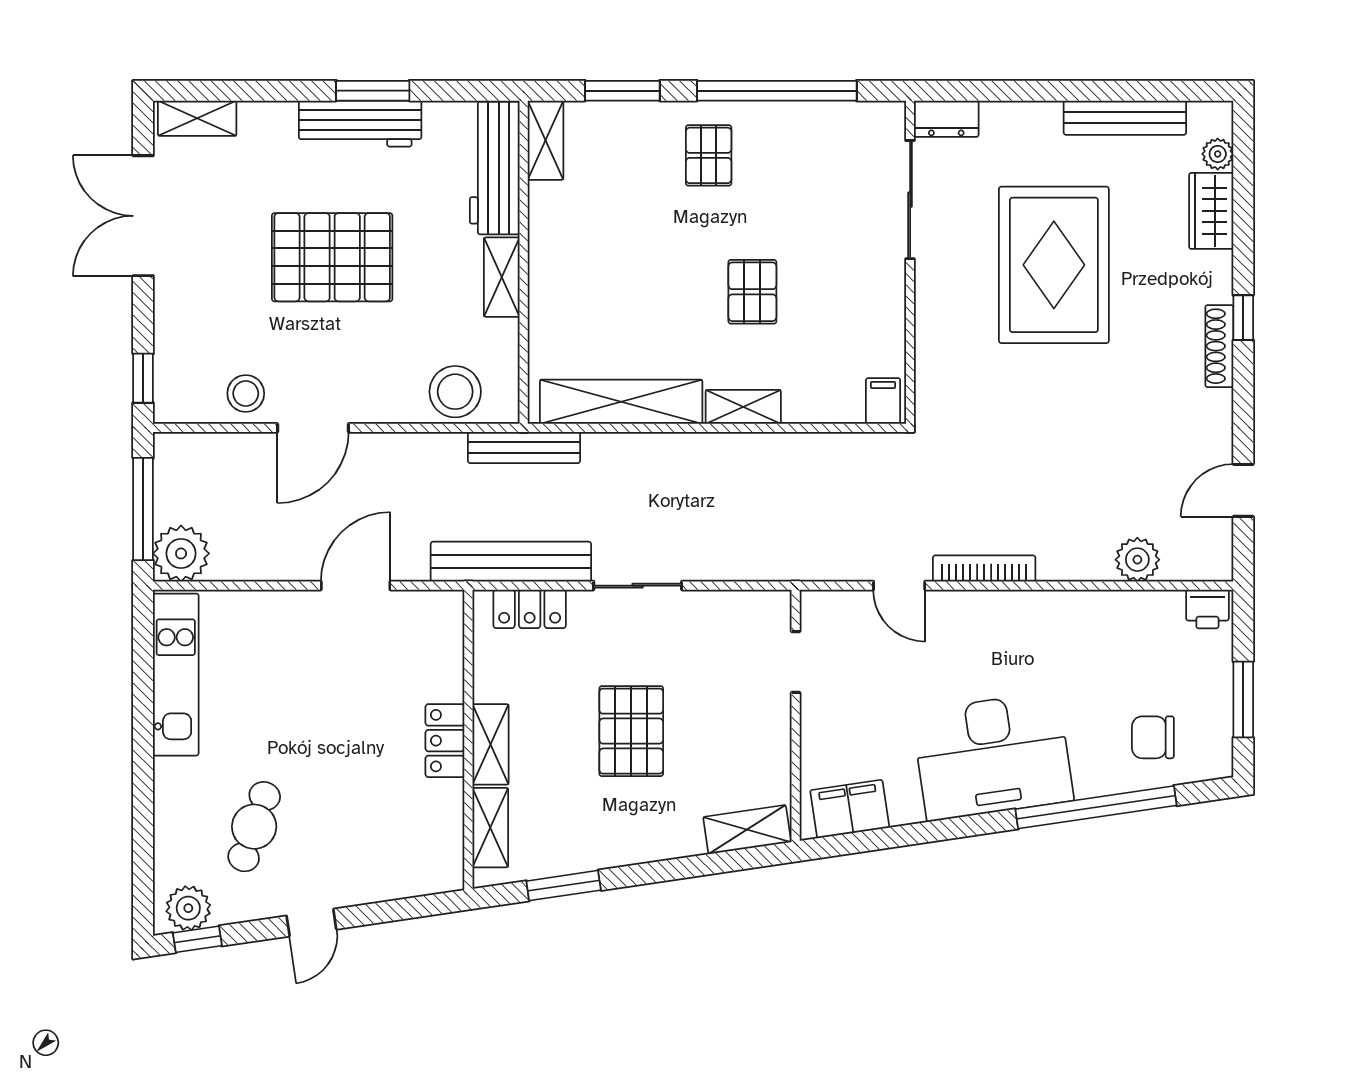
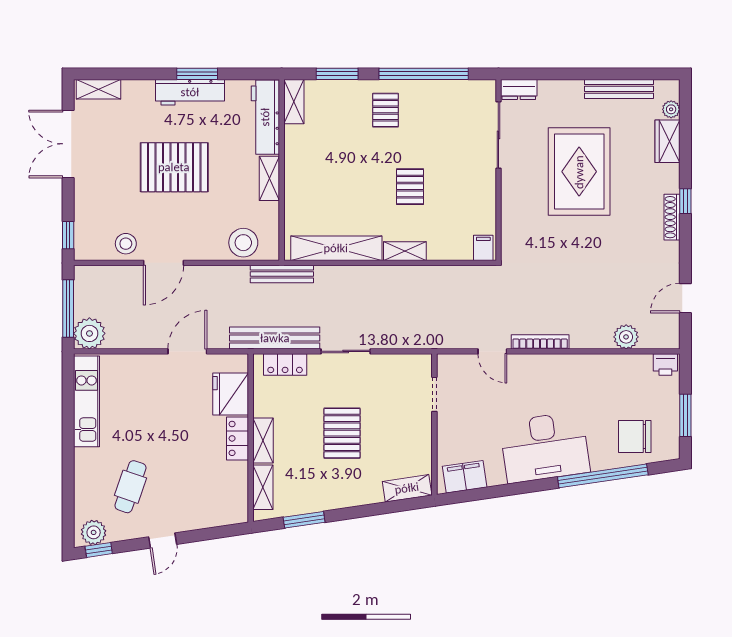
fridge: (433, 661) -> (231, 394), added
chair: (1153, 737) -> (635, 437), width x1.37, depth x1.37

